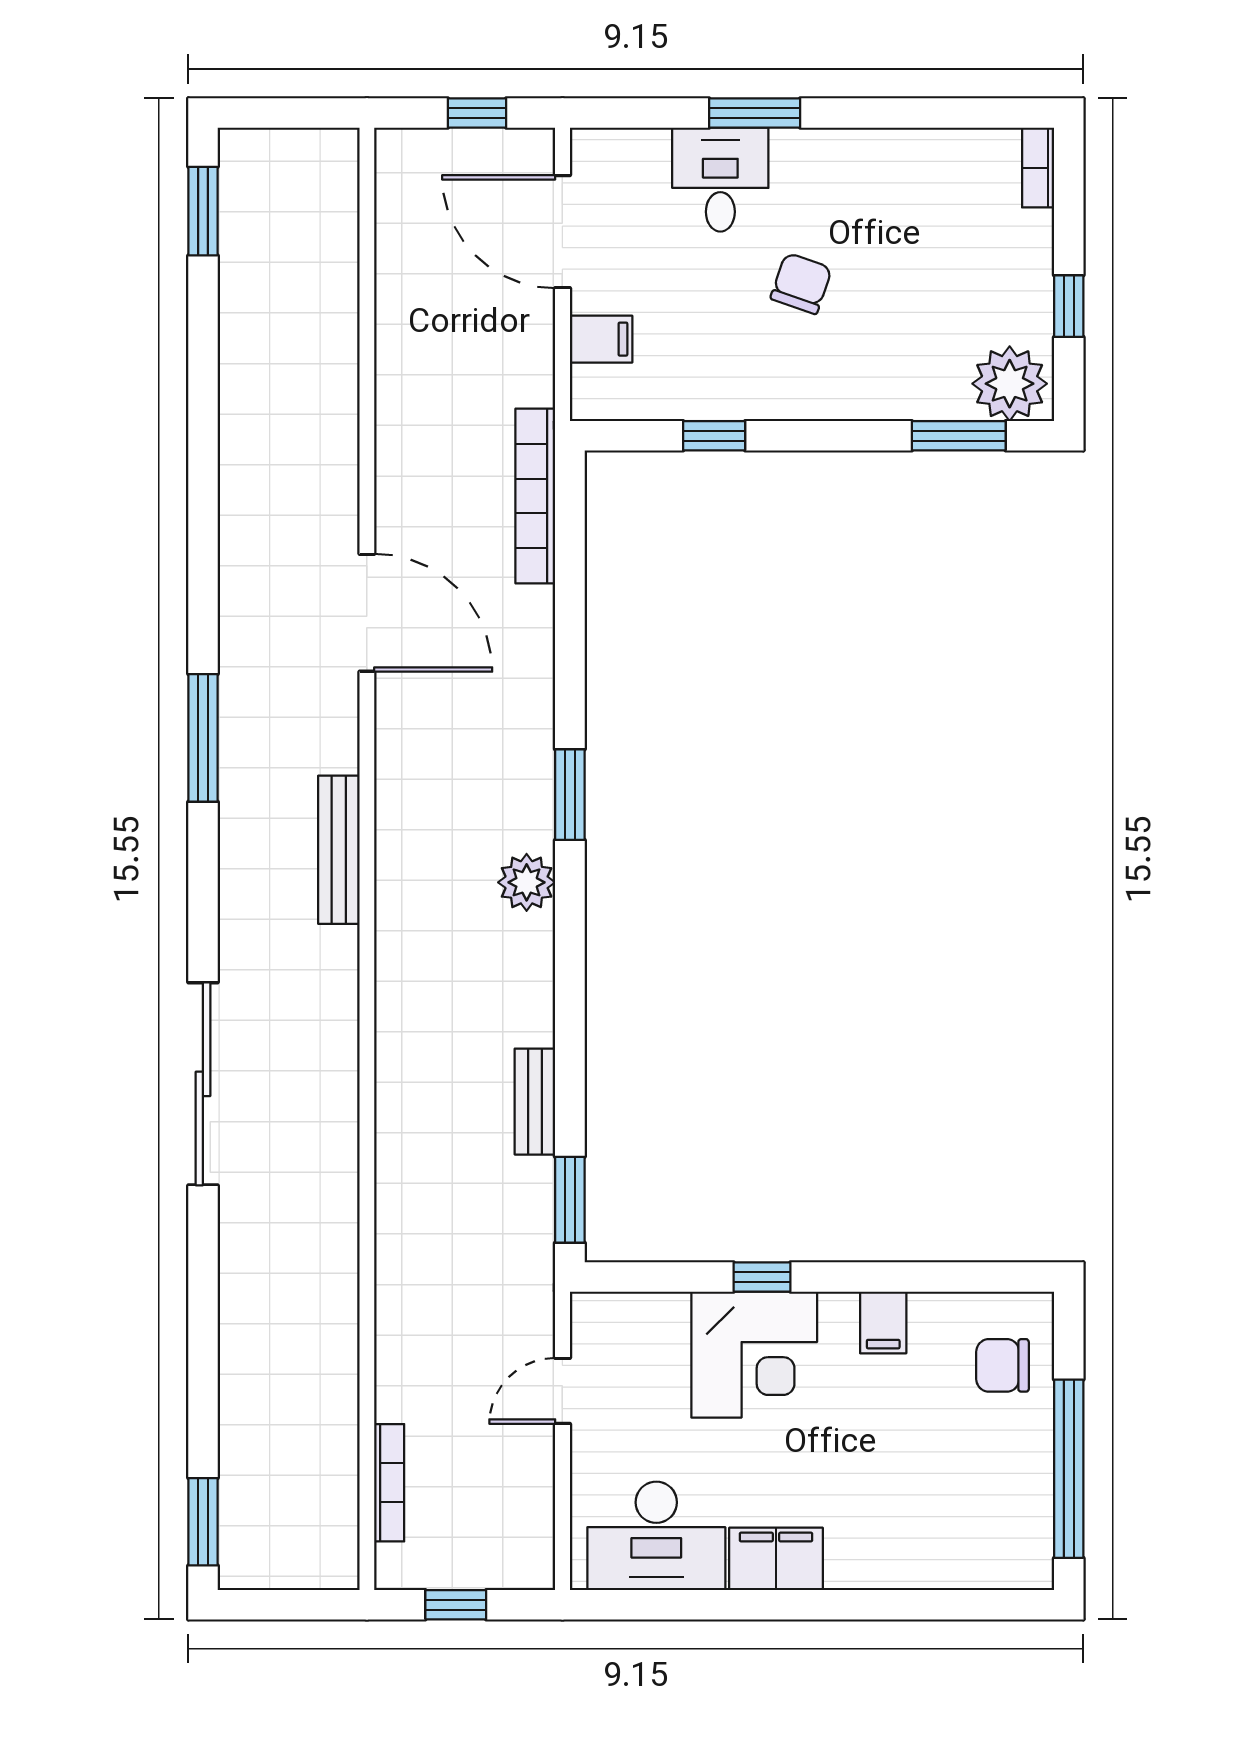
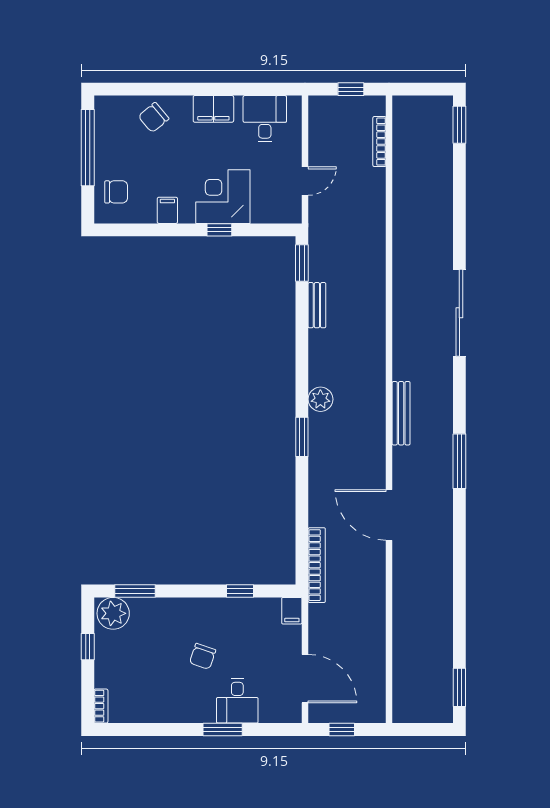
filing cabinet: (601, 339) -> (292, 611), moved, turned -90
desk: (656, 1536) -> (265, 119), width x0.73
chair: (915, 1539) -> (154, 117), added

